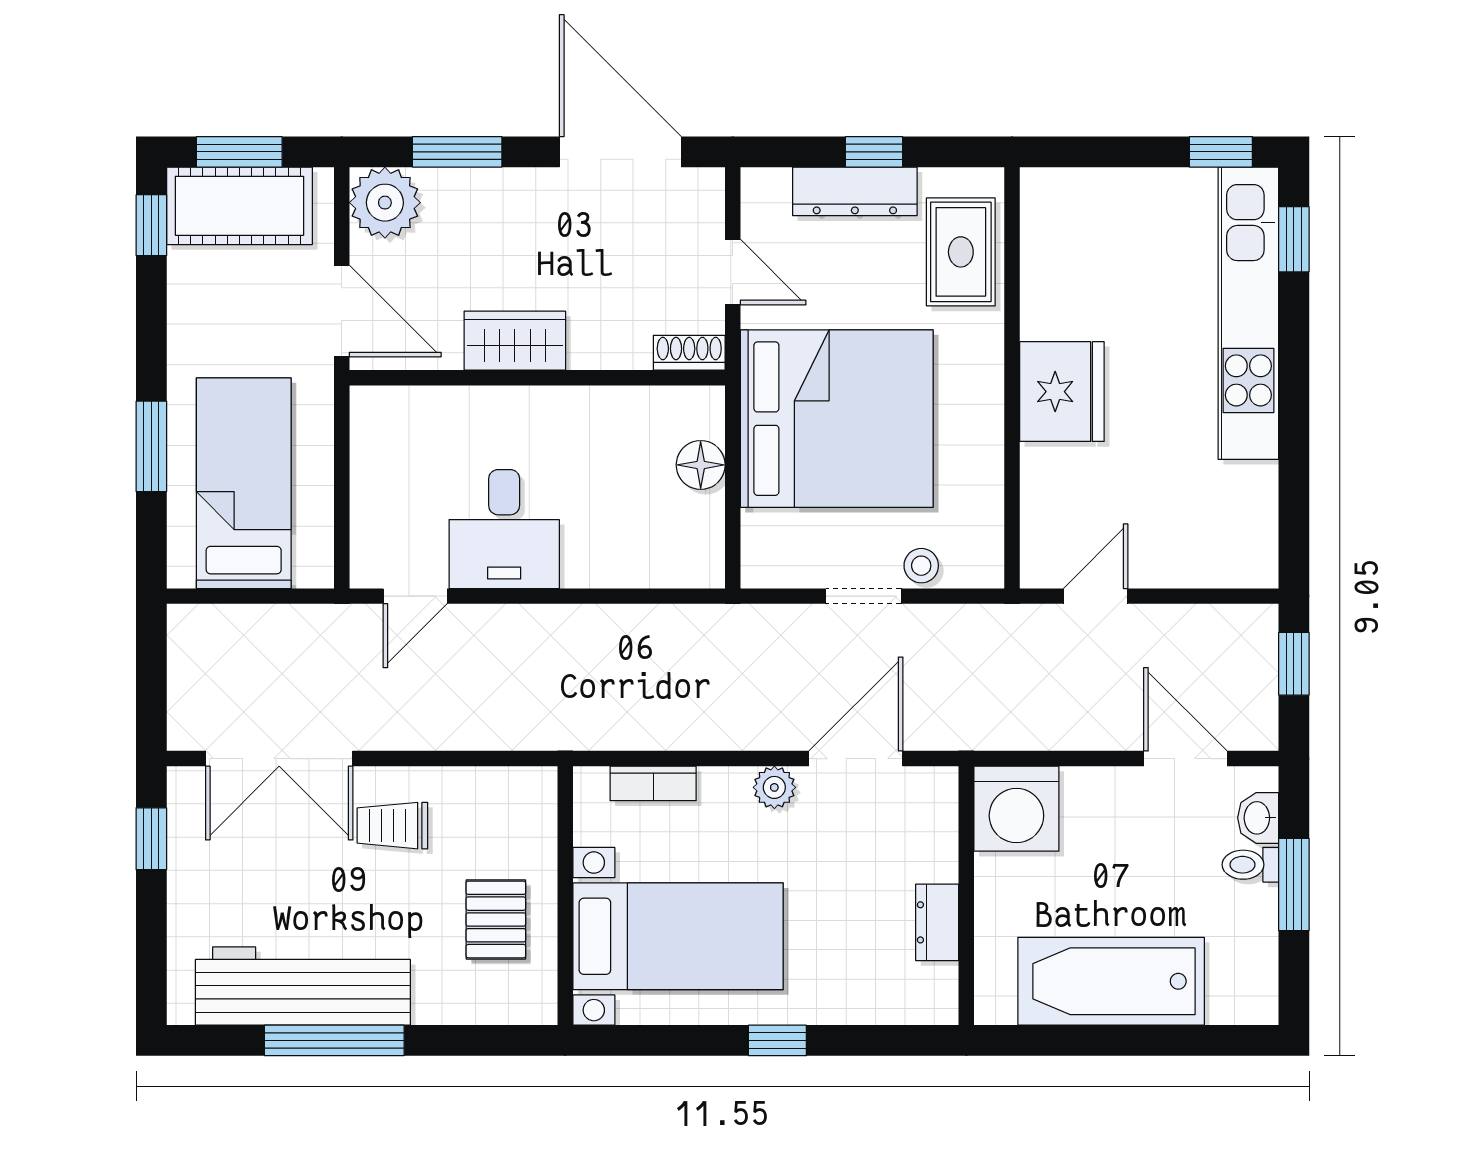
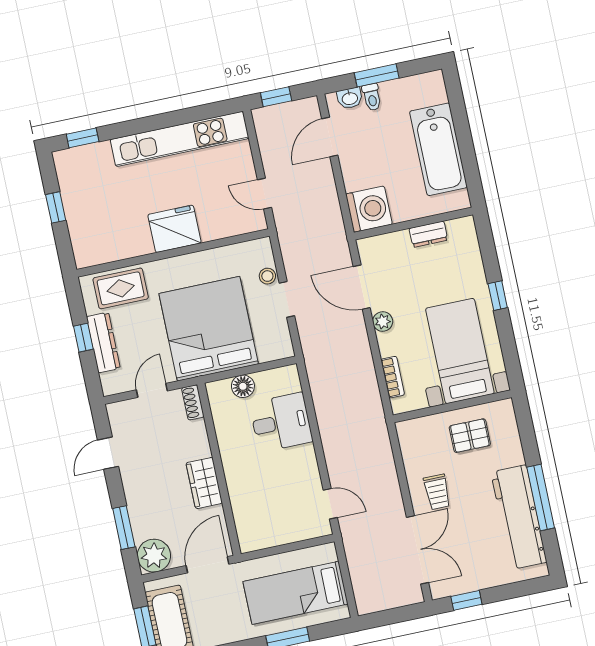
door: (620, 152) -> (108, 453), width x0.53
window: (1221, 152) -> (56, 207), moved
kitchen unit: (1248, 313) -> (180, 139), moved
desk: (504, 529) -> (281, 422), moved

